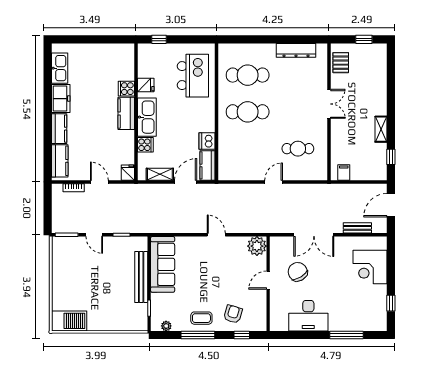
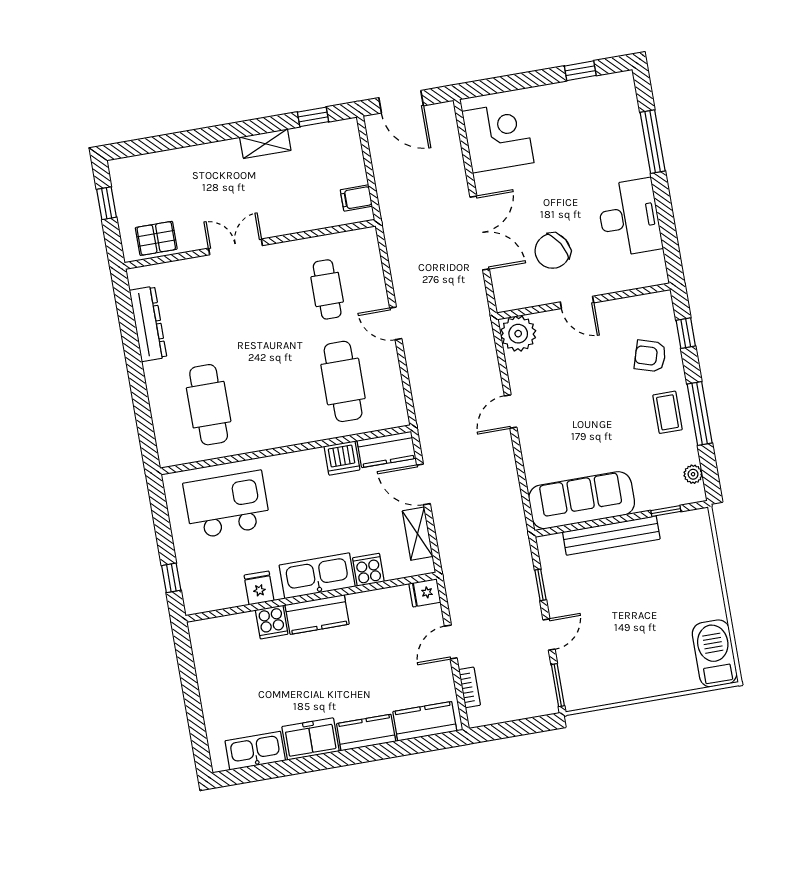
cafe table: (248, 112) -> (343, 381), moved
bench: (357, 228) -> (453, 156), removed
corner desk: (370, 267) -> (498, 137), moved, turned -90

